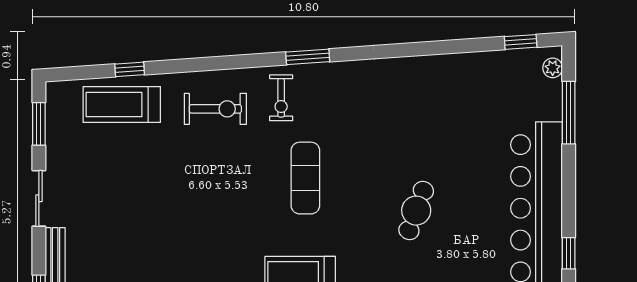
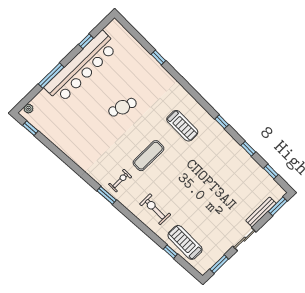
exercise bike: (281, 98) -> (120, 181), moved
treadmill: (122, 105) -> (185, 242), turned 180
window: (569, 113) -> (51, 76), moved

